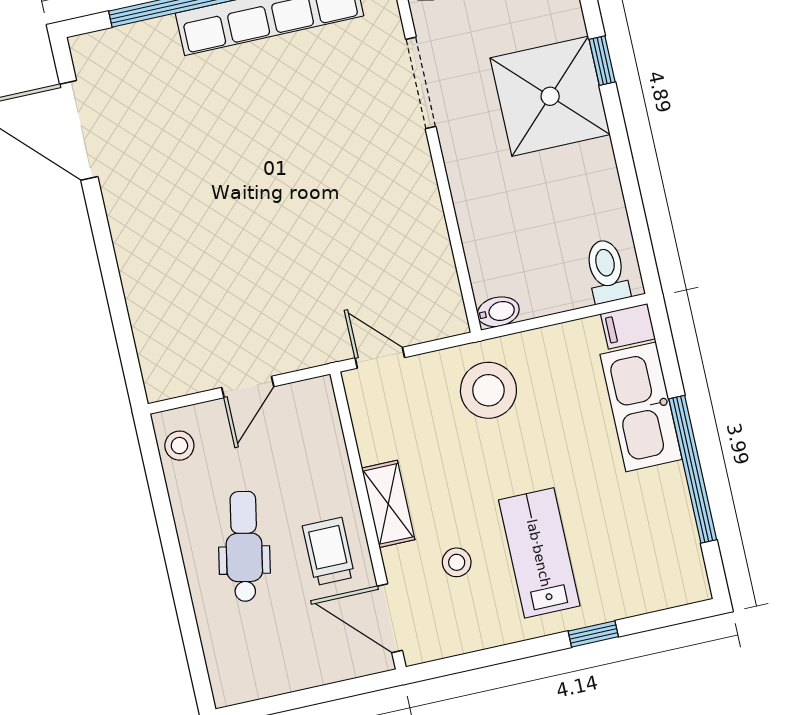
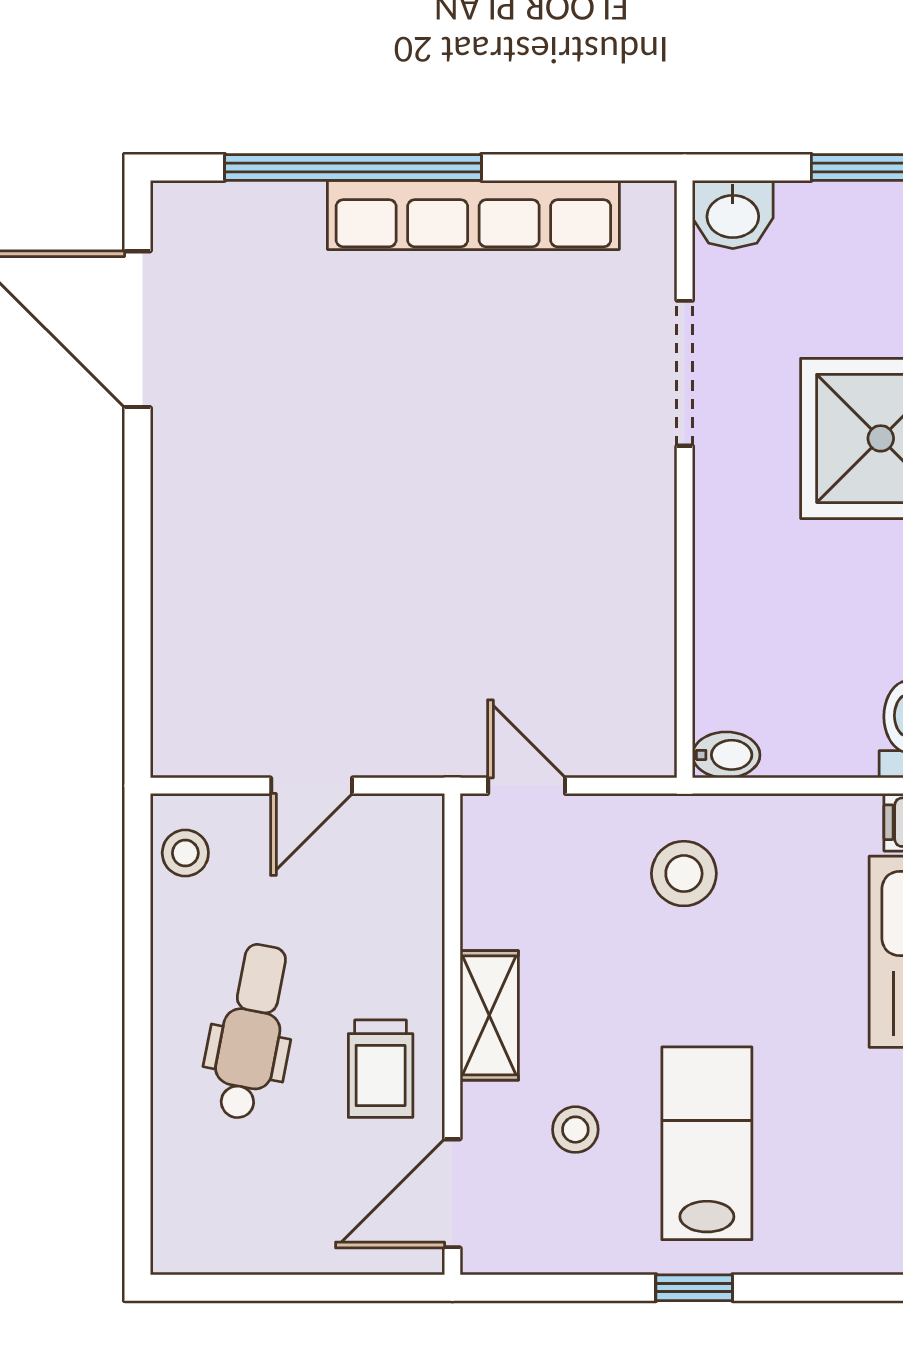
stool: (488, 390) -> (684, 874), width x0.73, depth x0.73
trolley: (329, 551) -> (381, 1069), turned 180
door: (390, 618) -> (452, 1193), hinge flipped
window: (593, 634) -> (694, 1288), moved

